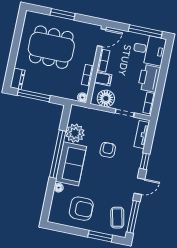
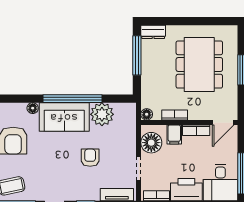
door: (102, 38) -> (223, 122), hinge flipped
armchair: (108, 150) -> (90, 158), turned -90

